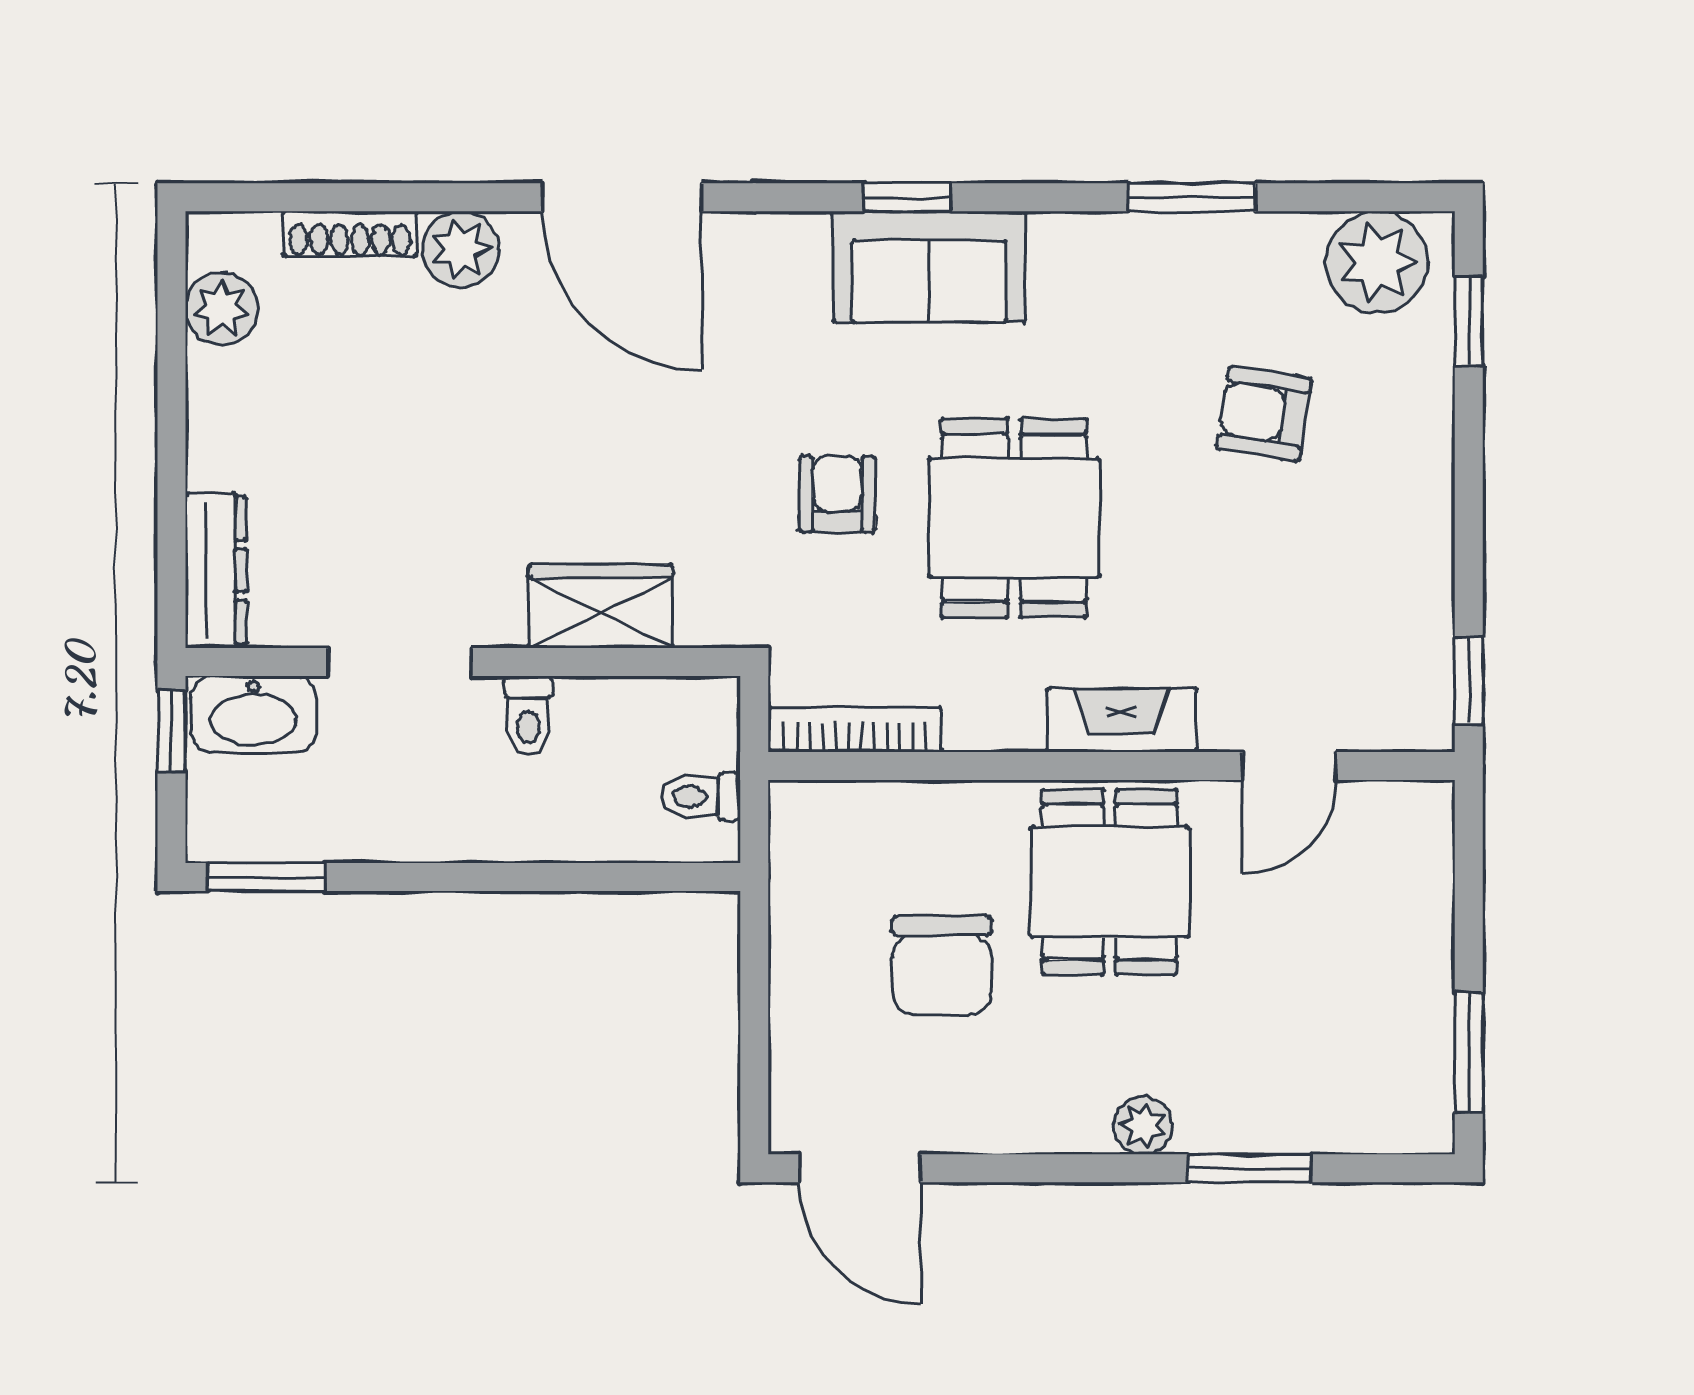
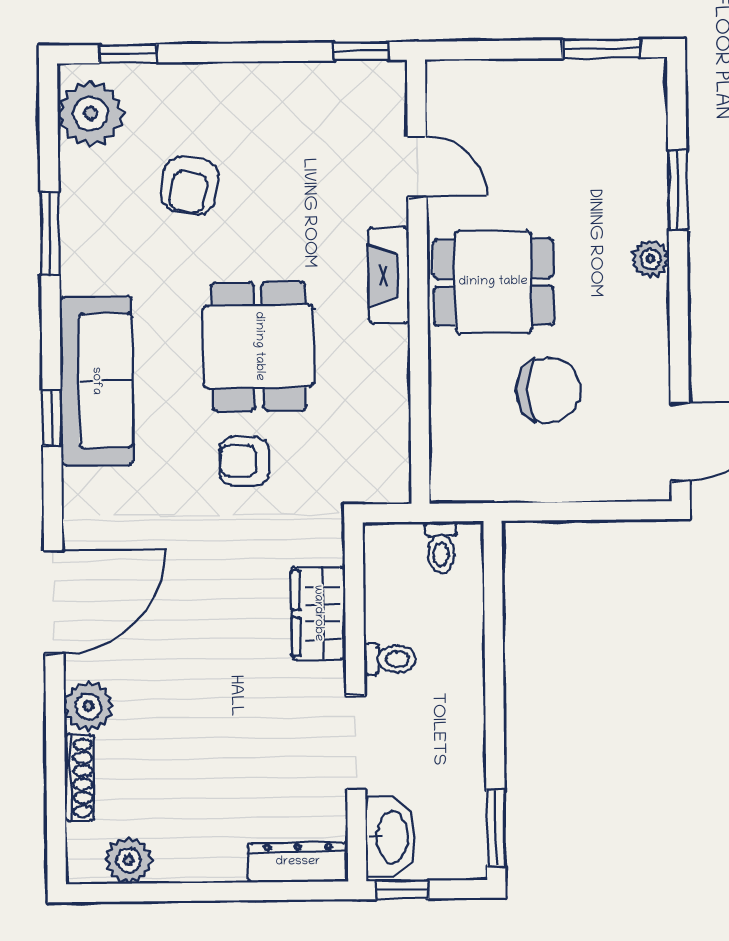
sofa: (929, 267) -> (96, 381), width x1.36
dining table: (1014, 518) -> (259, 346), turned 90
bookcase: (855, 730) -> (397, 448), removed

